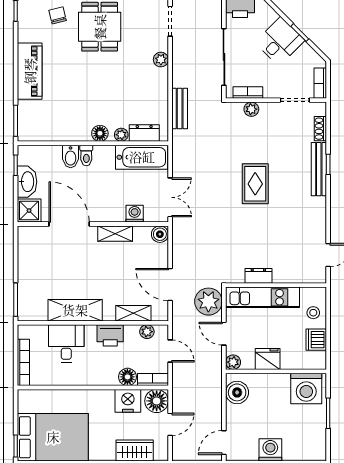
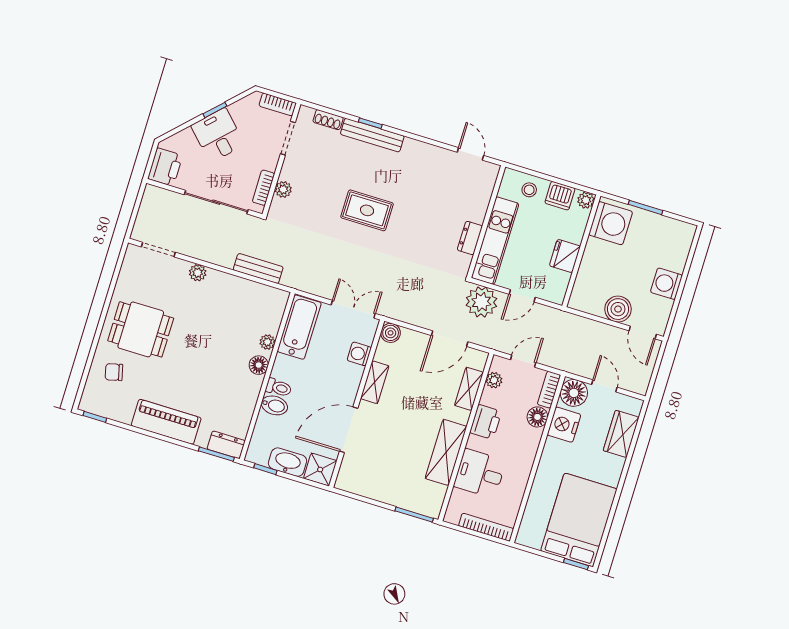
dresser: (144, 133) -> (226, 445), moved, turned 90
plant: (233, 362) -> (586, 200), moved
boiler: (237, 392) -> (618, 309), moved

